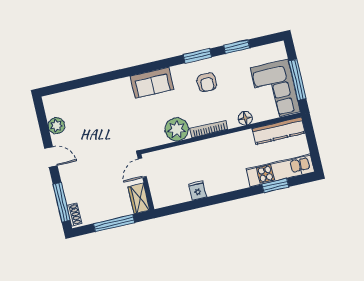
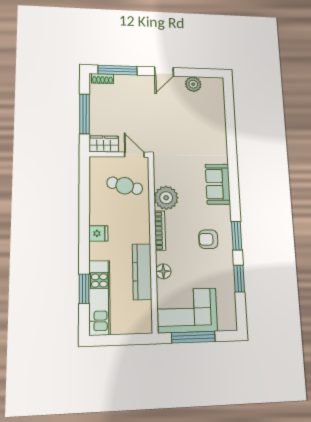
kitchen counter: (279, 131) -> (142, 272), moved
cafe table: (174, 170) -> (125, 186), added
fridge: (198, 190) -> (98, 233), moved

